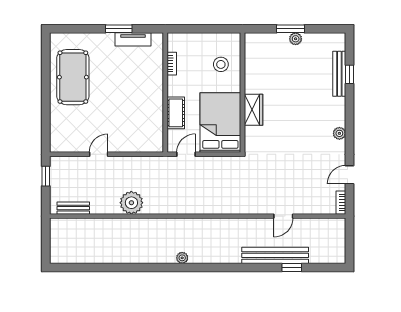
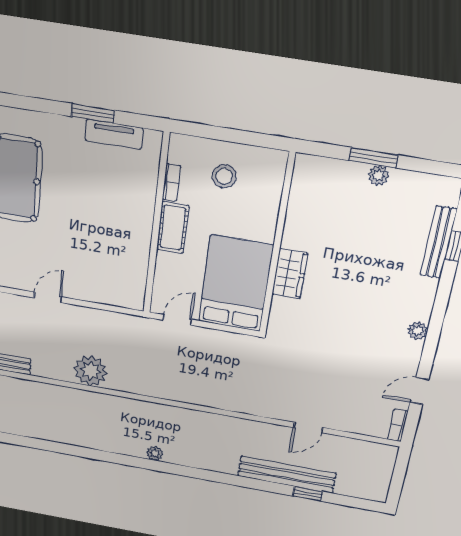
stool: (221, 64) -> (224, 176), moved
cot: (176, 113) -> (173, 228), moved

